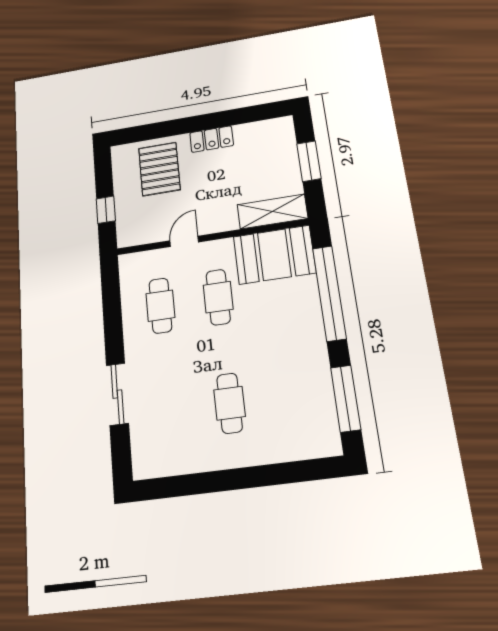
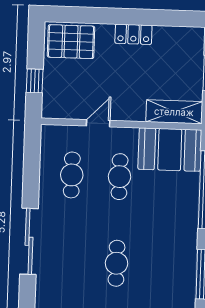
pallet: (159, 169) -> (71, 42), moved, turned 90
sliding door: (117, 394) -> (29, 241), width x1.37

